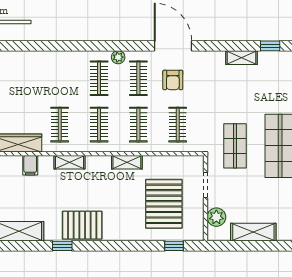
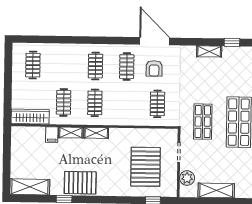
plant: (118, 57) -> (111, 50), removed
clothes rail: (138, 125) -> (33, 65), moved
shelving: (127, 162) -> (96, 133), moved
filing cabinet: (30, 165) -> (52, 135), moved

